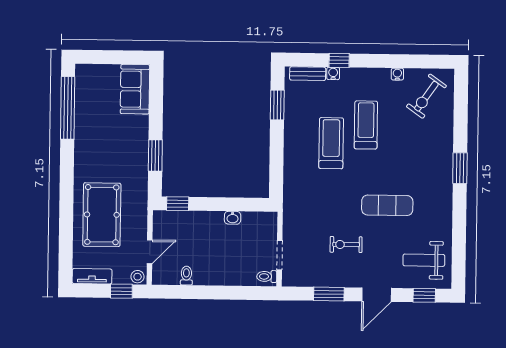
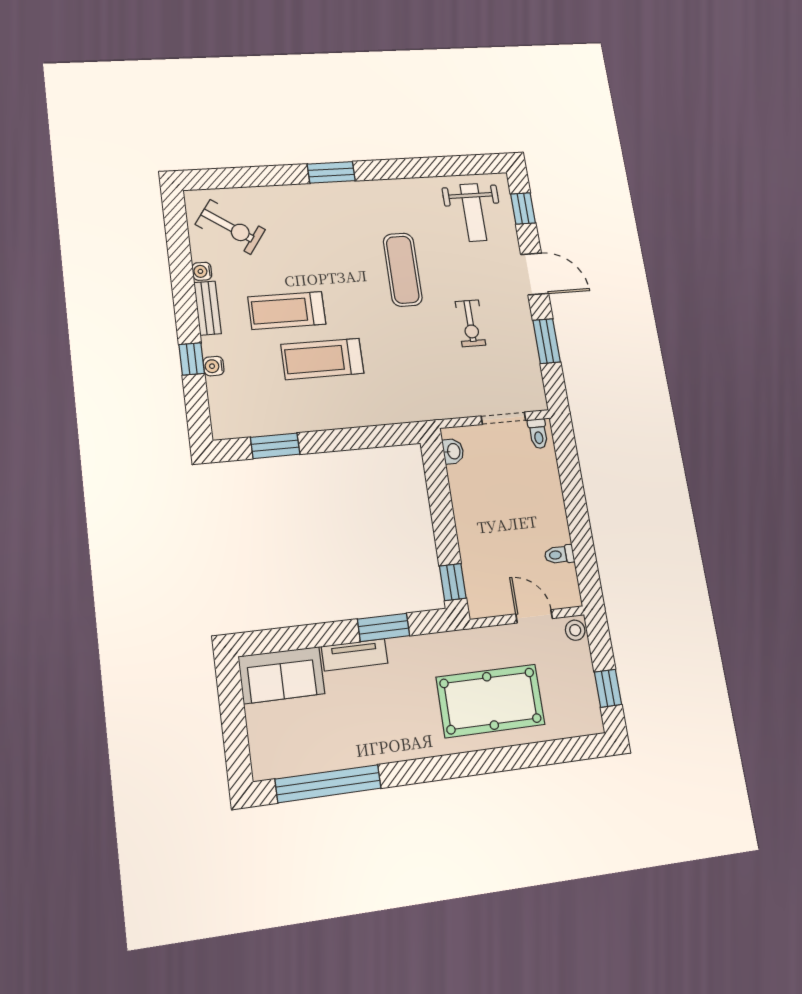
bench: (308, 74) -> (208, 308), moved
washbasin: (233, 218) -> (453, 451), moved
tv unit: (92, 276) -> (355, 655), moved, turned -90
window: (121, 291) -> (608, 688), moved

